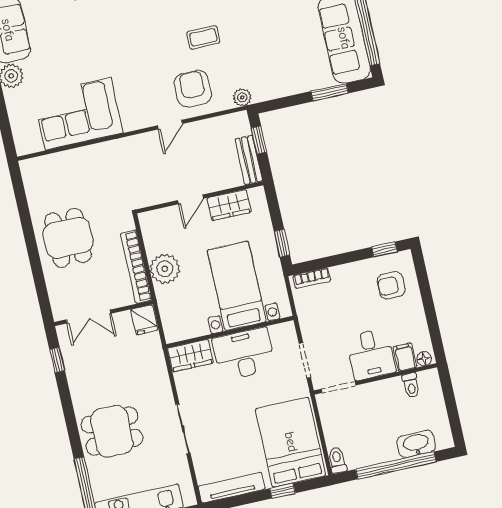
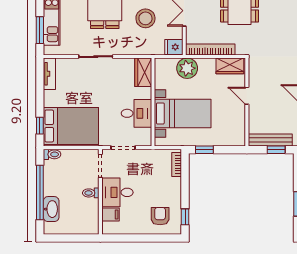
bench: (249, 160) -> (270, 140), width x1.36
wardrobe: (229, 205) -> (230, 66), moved, turned -90
plant: (165, 269) -> (187, 68), moved
desk: (244, 354) -> (136, 113), width x0.73
floor lamp: (424, 359) -> (107, 227), removed
stool: (112, 370) -> (145, 18), added
toilet: (411, 385) -> (91, 193), moved
tv unit: (232, 488) -> (49, 74), width x0.71
window: (283, 491) -> (40, 126), moved

